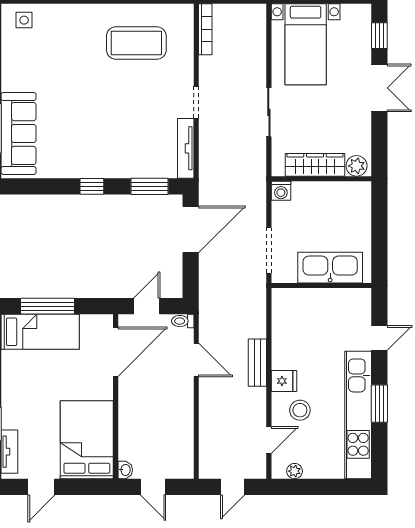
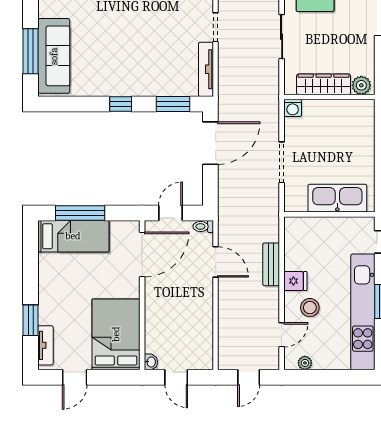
kitchen sink: (330, 268) -> (337, 198), moved
wall: (321, 286) -> (329, 214), moved

